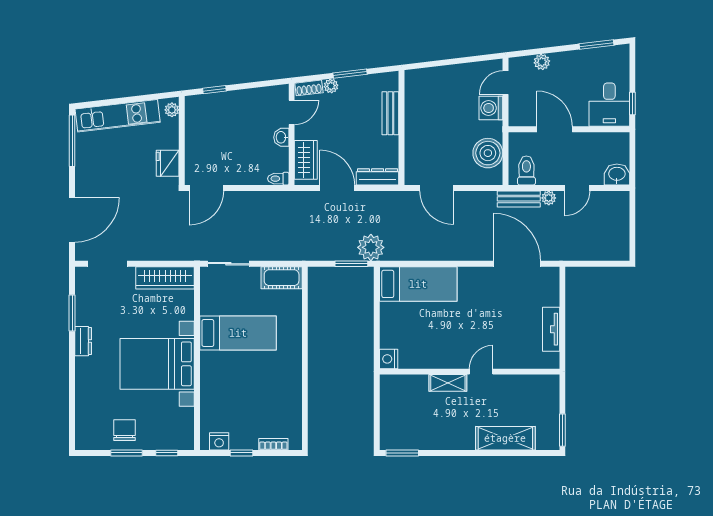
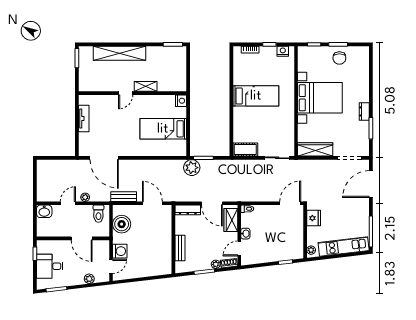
desk: (609, 105) -> (50, 266), moved, turned -90
bench: (519, 199) -> (124, 197), moved
bed: (418, 284) -> (163, 129), moved
bed: (238, 333) -> (256, 96), moved, turned 180
shelving: (505, 438) -> (119, 53), width x1.47

